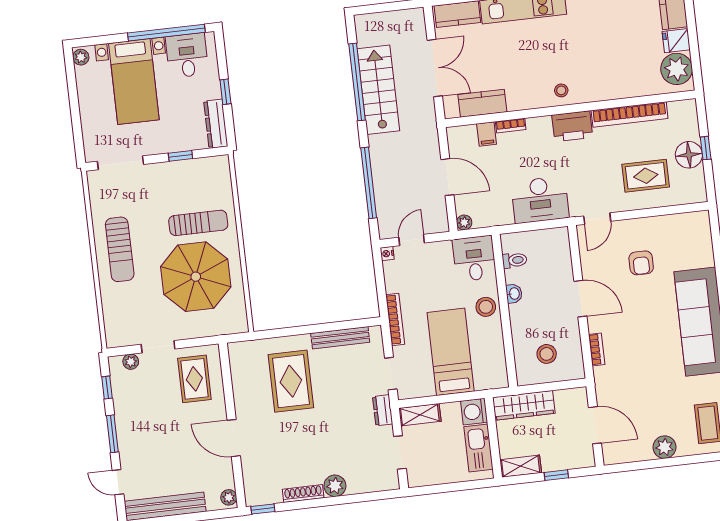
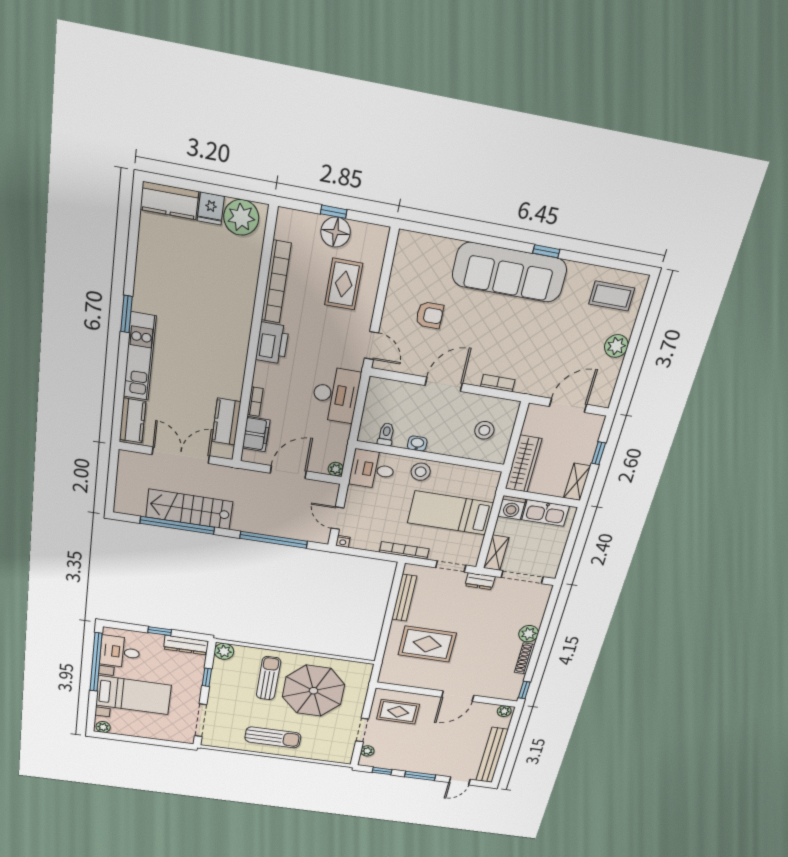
stool: (561, 90) -> (233, 343), removed
filing cabinet: (487, 134) -> (256, 434), width x2.00
plant: (219, 166) -> (224, 651), added
doorway: (400, 453) -> (522, 577), width x1.38

